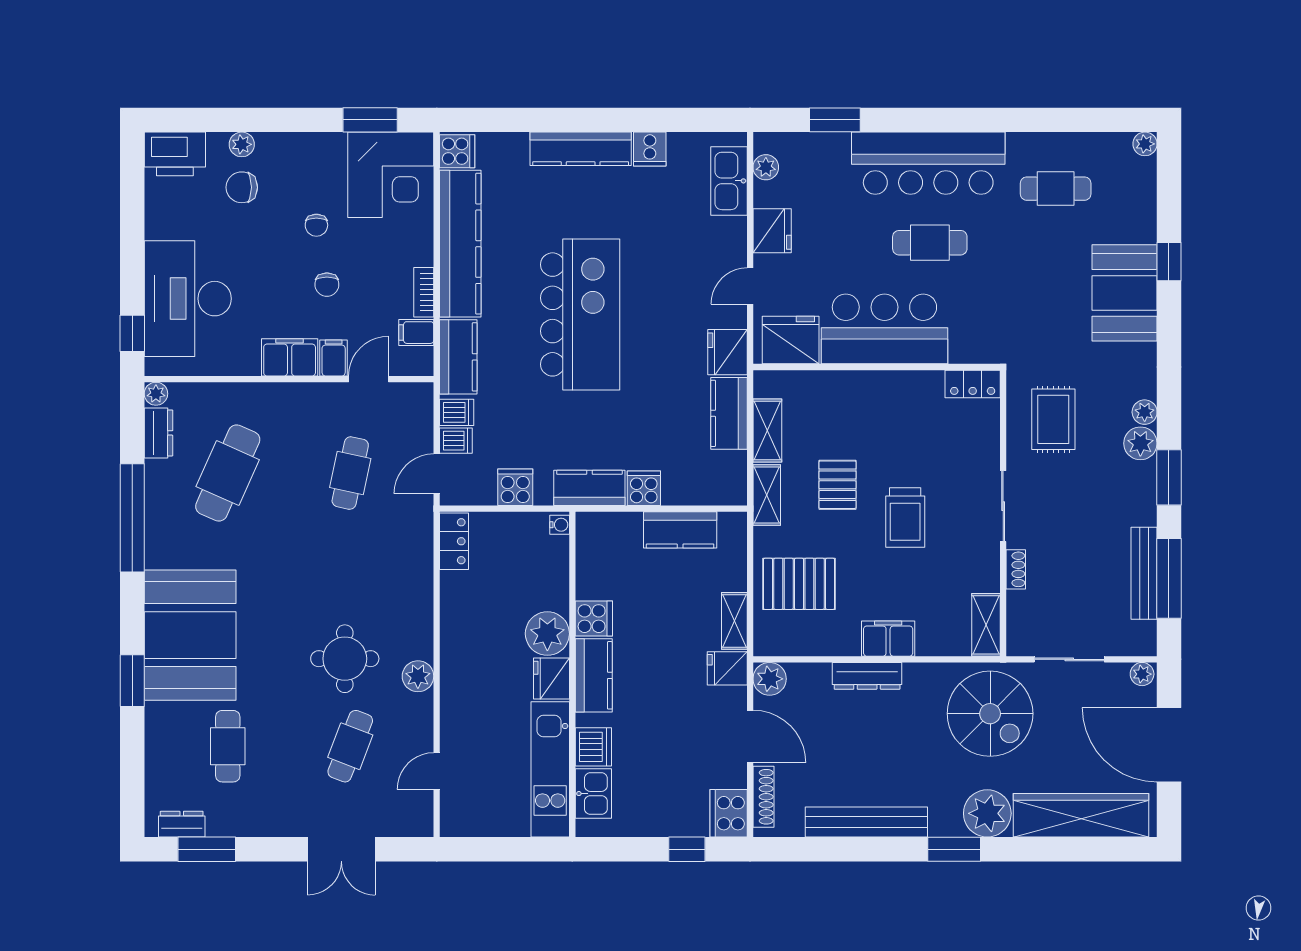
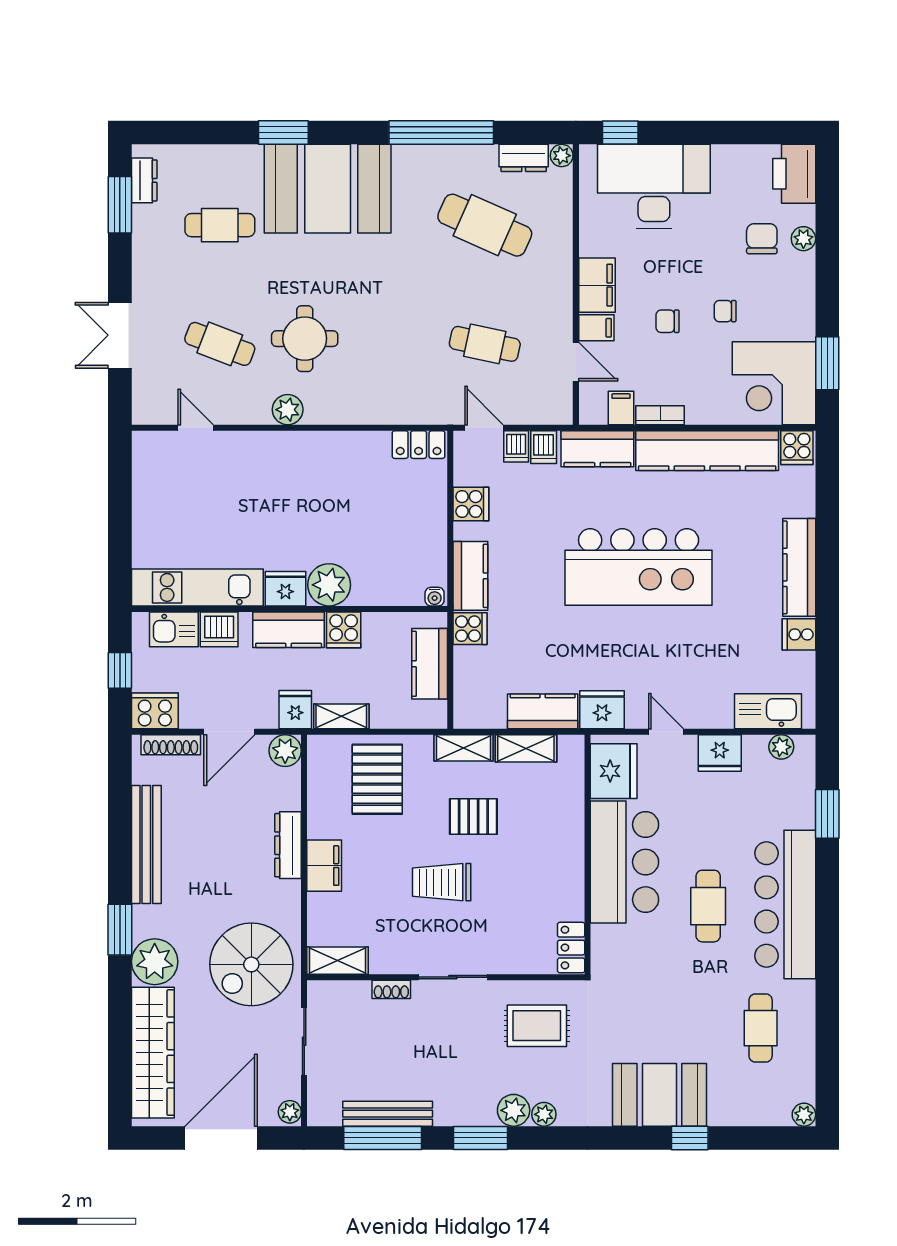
water cooler: (560, 525) -> (435, 597), moved
cooker: (594, 619) -> (344, 630), moved
plant: (547, 634) -> (329, 585), moved
wall: (572, 674) -> (289, 609), moved
kitchen counter: (594, 675) -> (289, 630), moved
fridge: (551, 679) -> (285, 589), moved
dishwasher: (593, 747) -> (219, 629), moved
kitchen unit: (550, 769) -> (197, 587), moved
kitchen sink: (593, 794) -> (174, 629), moved

